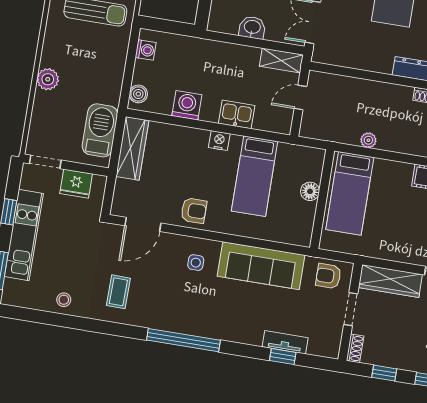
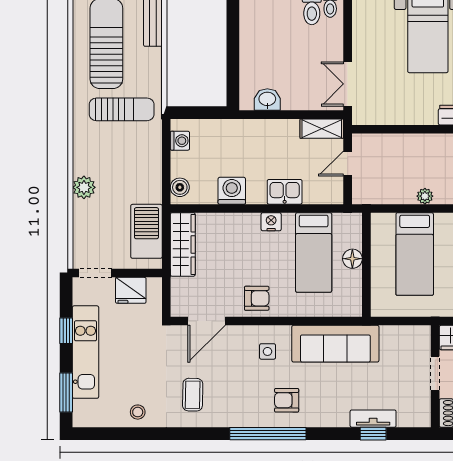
washbasin: (252, 27) -> (267, 100), moved
floor lamp: (310, 191) -> (352, 259), moved
wall: (322, 199) -> (366, 265), moved
armchair: (328, 276) -> (287, 400), moved

